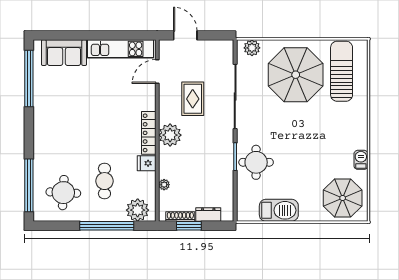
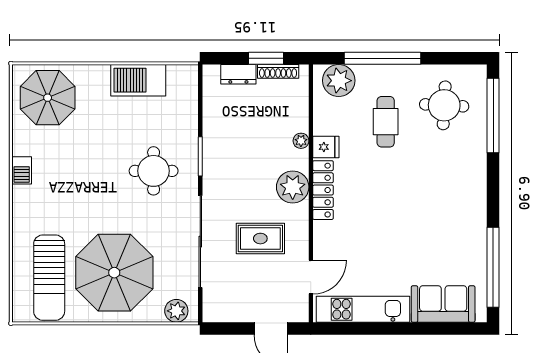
rug: (193, 99) -> (260, 239), turned 90
barbecue: (361, 160) -> (22, 170), moved
round table: (256, 162) -> (154, 171), moved
plant: (164, 185) -> (301, 141), moved

